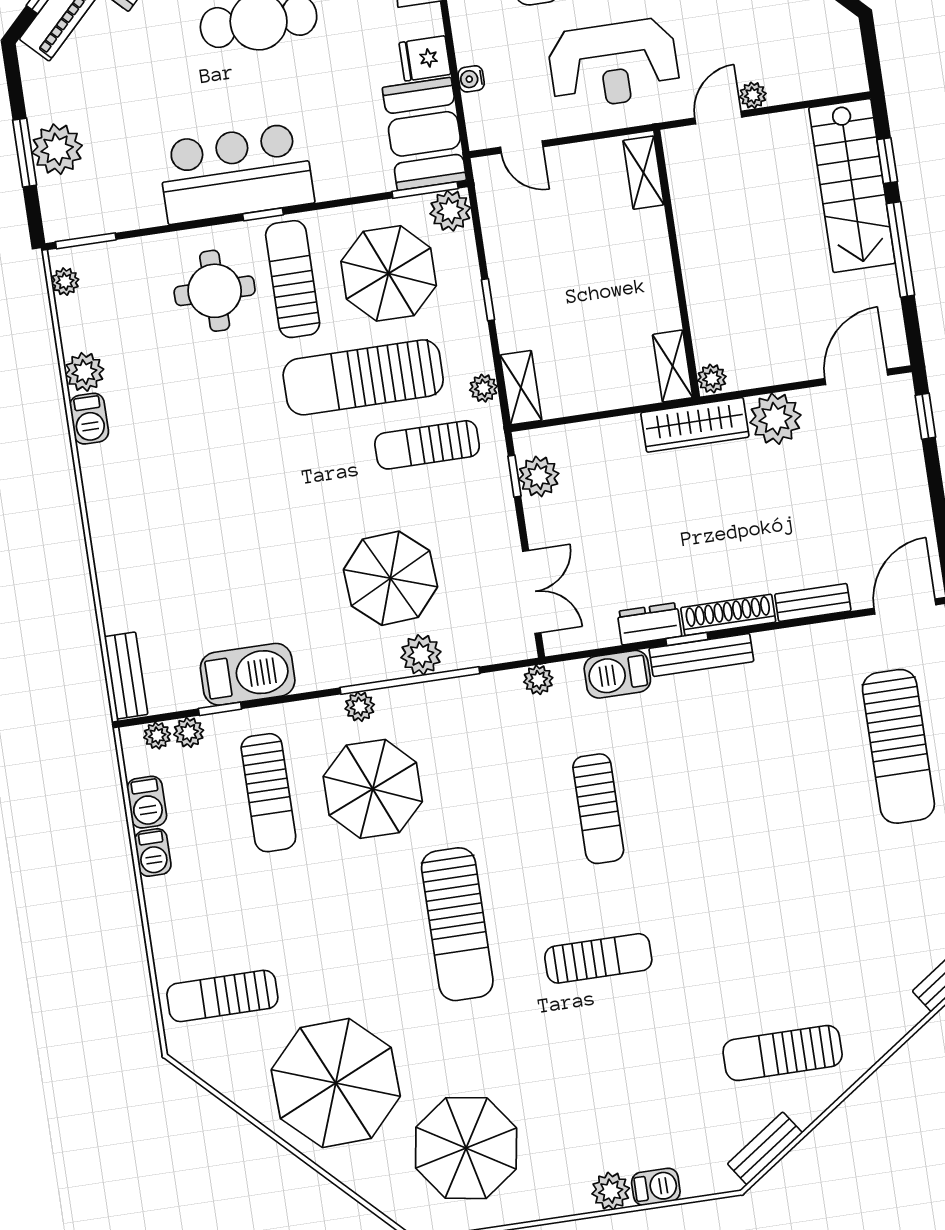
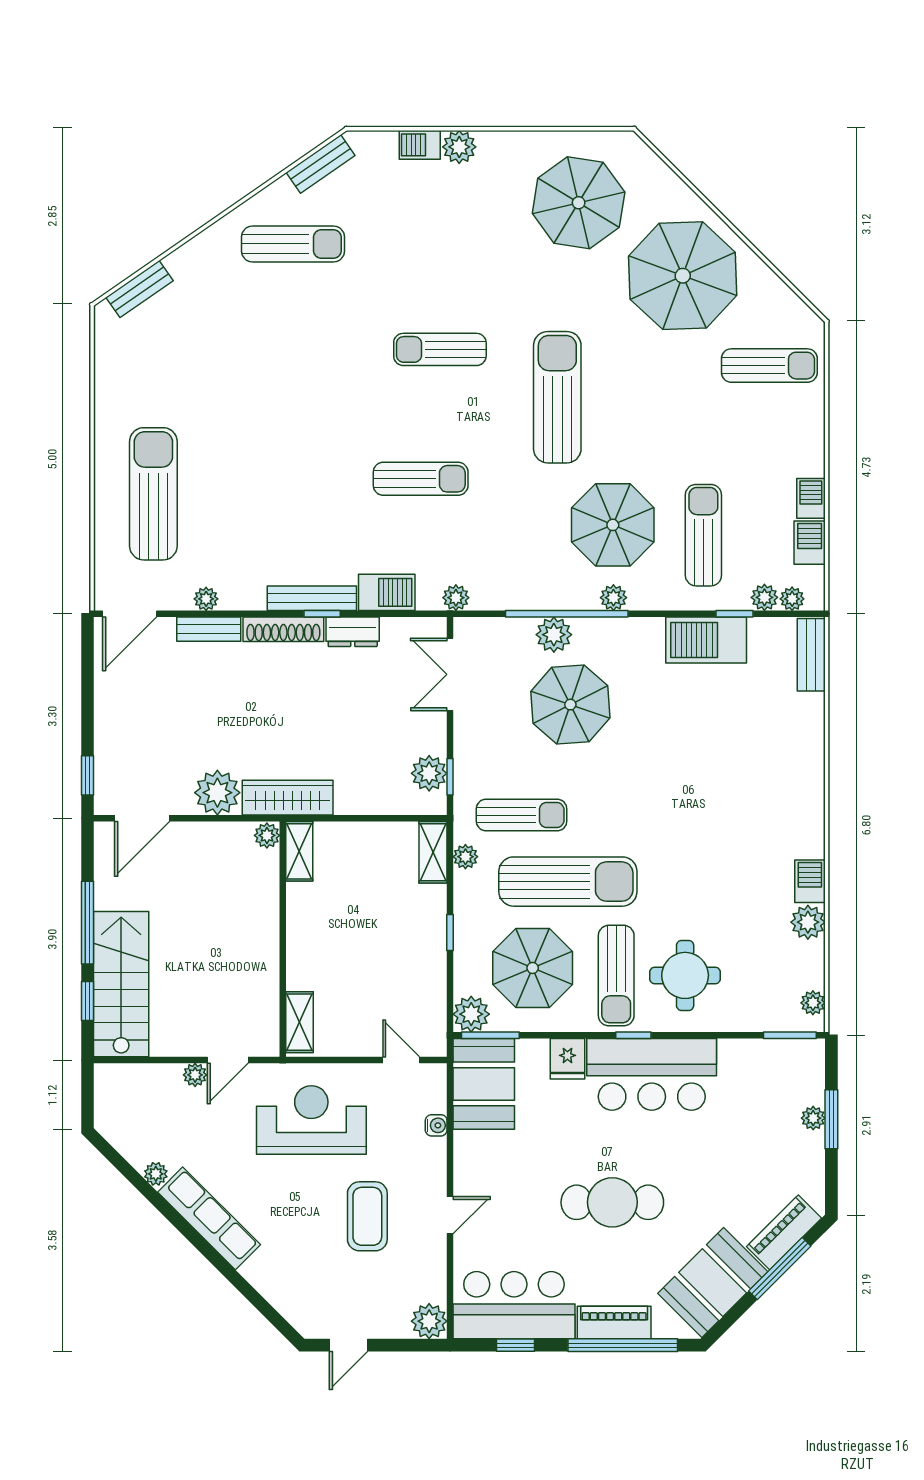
fridge: (425, 58) -> (567, 1059), moved, turned 90
plant: (57, 149) -> (813, 1118), width x0.53, depth x0.53
plant: (821, 636) -> (206, 599), added
sun lounger: (598, 809) -> (421, 479), turned 90

